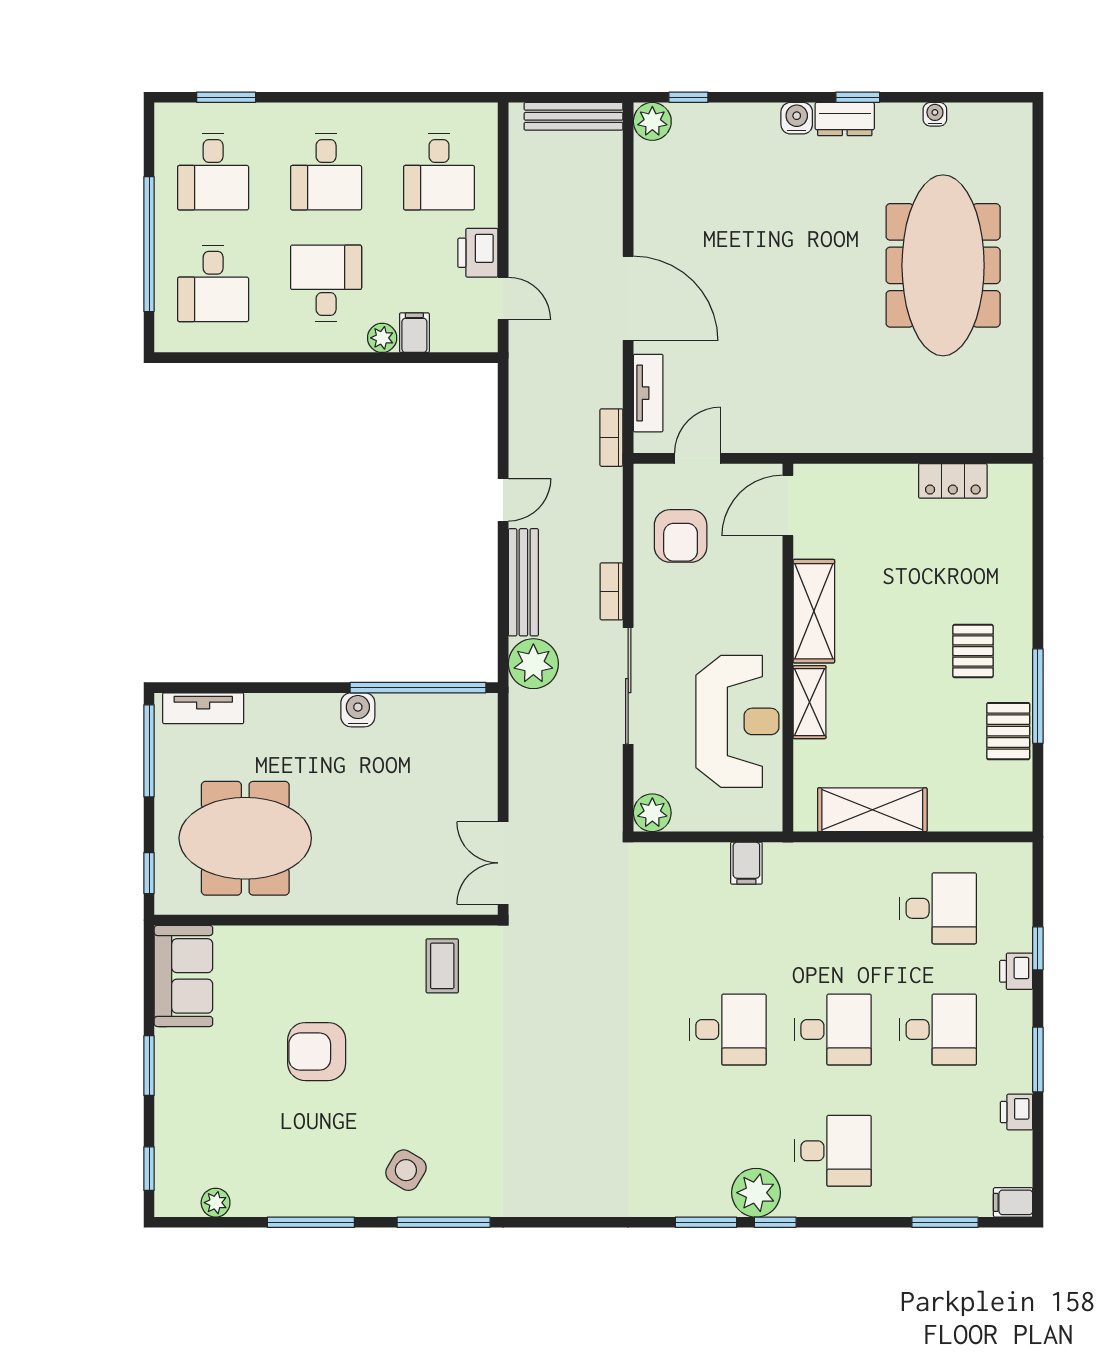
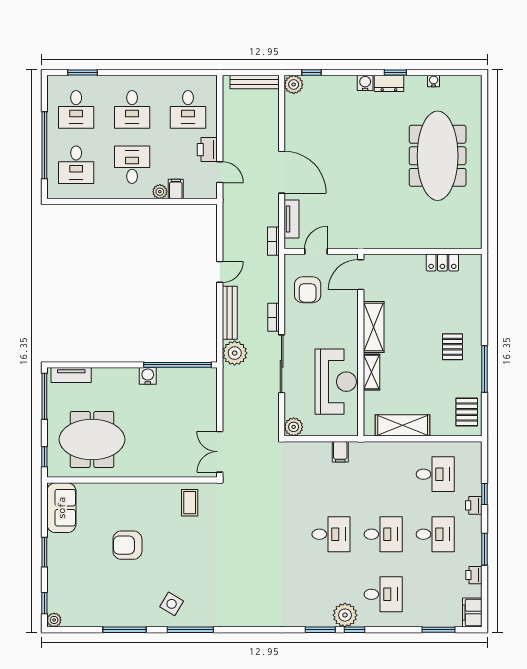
pallet: (1008, 731) -> (467, 412), moved
filing cabinet: (1013, 1202) -> (472, 613), width x2.00
plant: (216, 1203) -> (54, 620), moved

